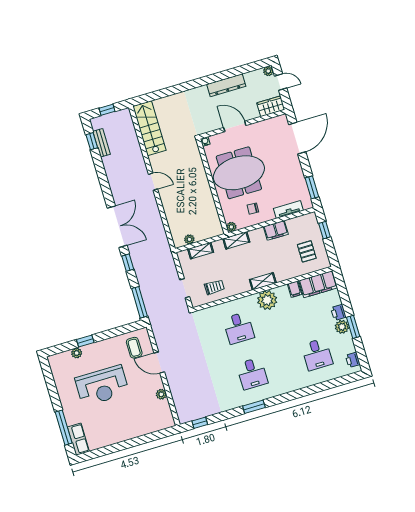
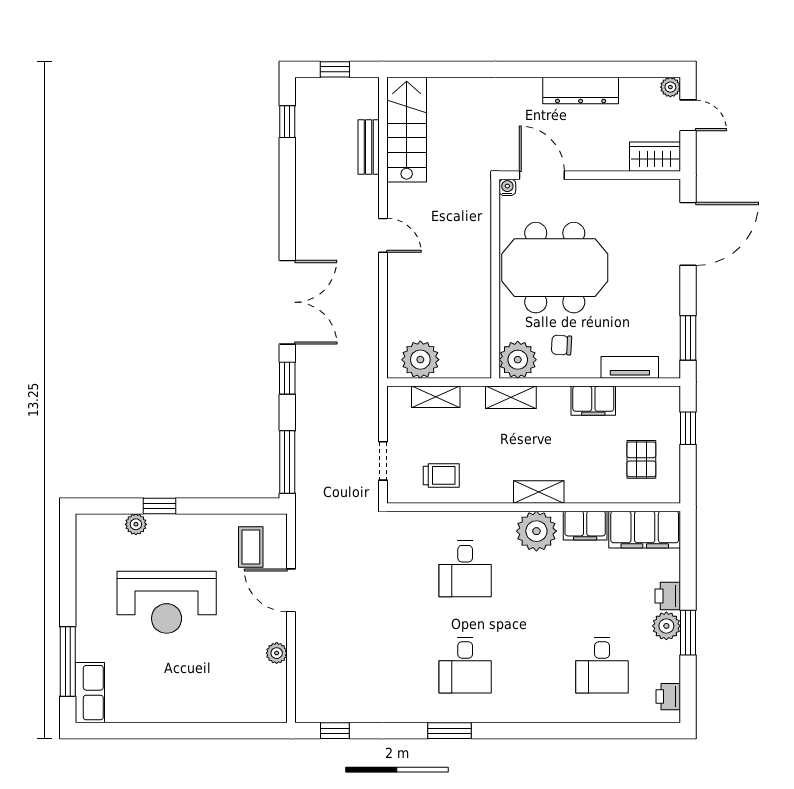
door: (235, 126) -> (542, 175), moved
bench: (102, 143) -> (369, 147), moved
plant: (231, 227) -> (518, 360), width x1.88, depth x1.88
plant: (189, 239) -> (420, 360), width x1.87, depth x1.87
filing cabinet: (295, 289) -> (585, 526), width x2.00

